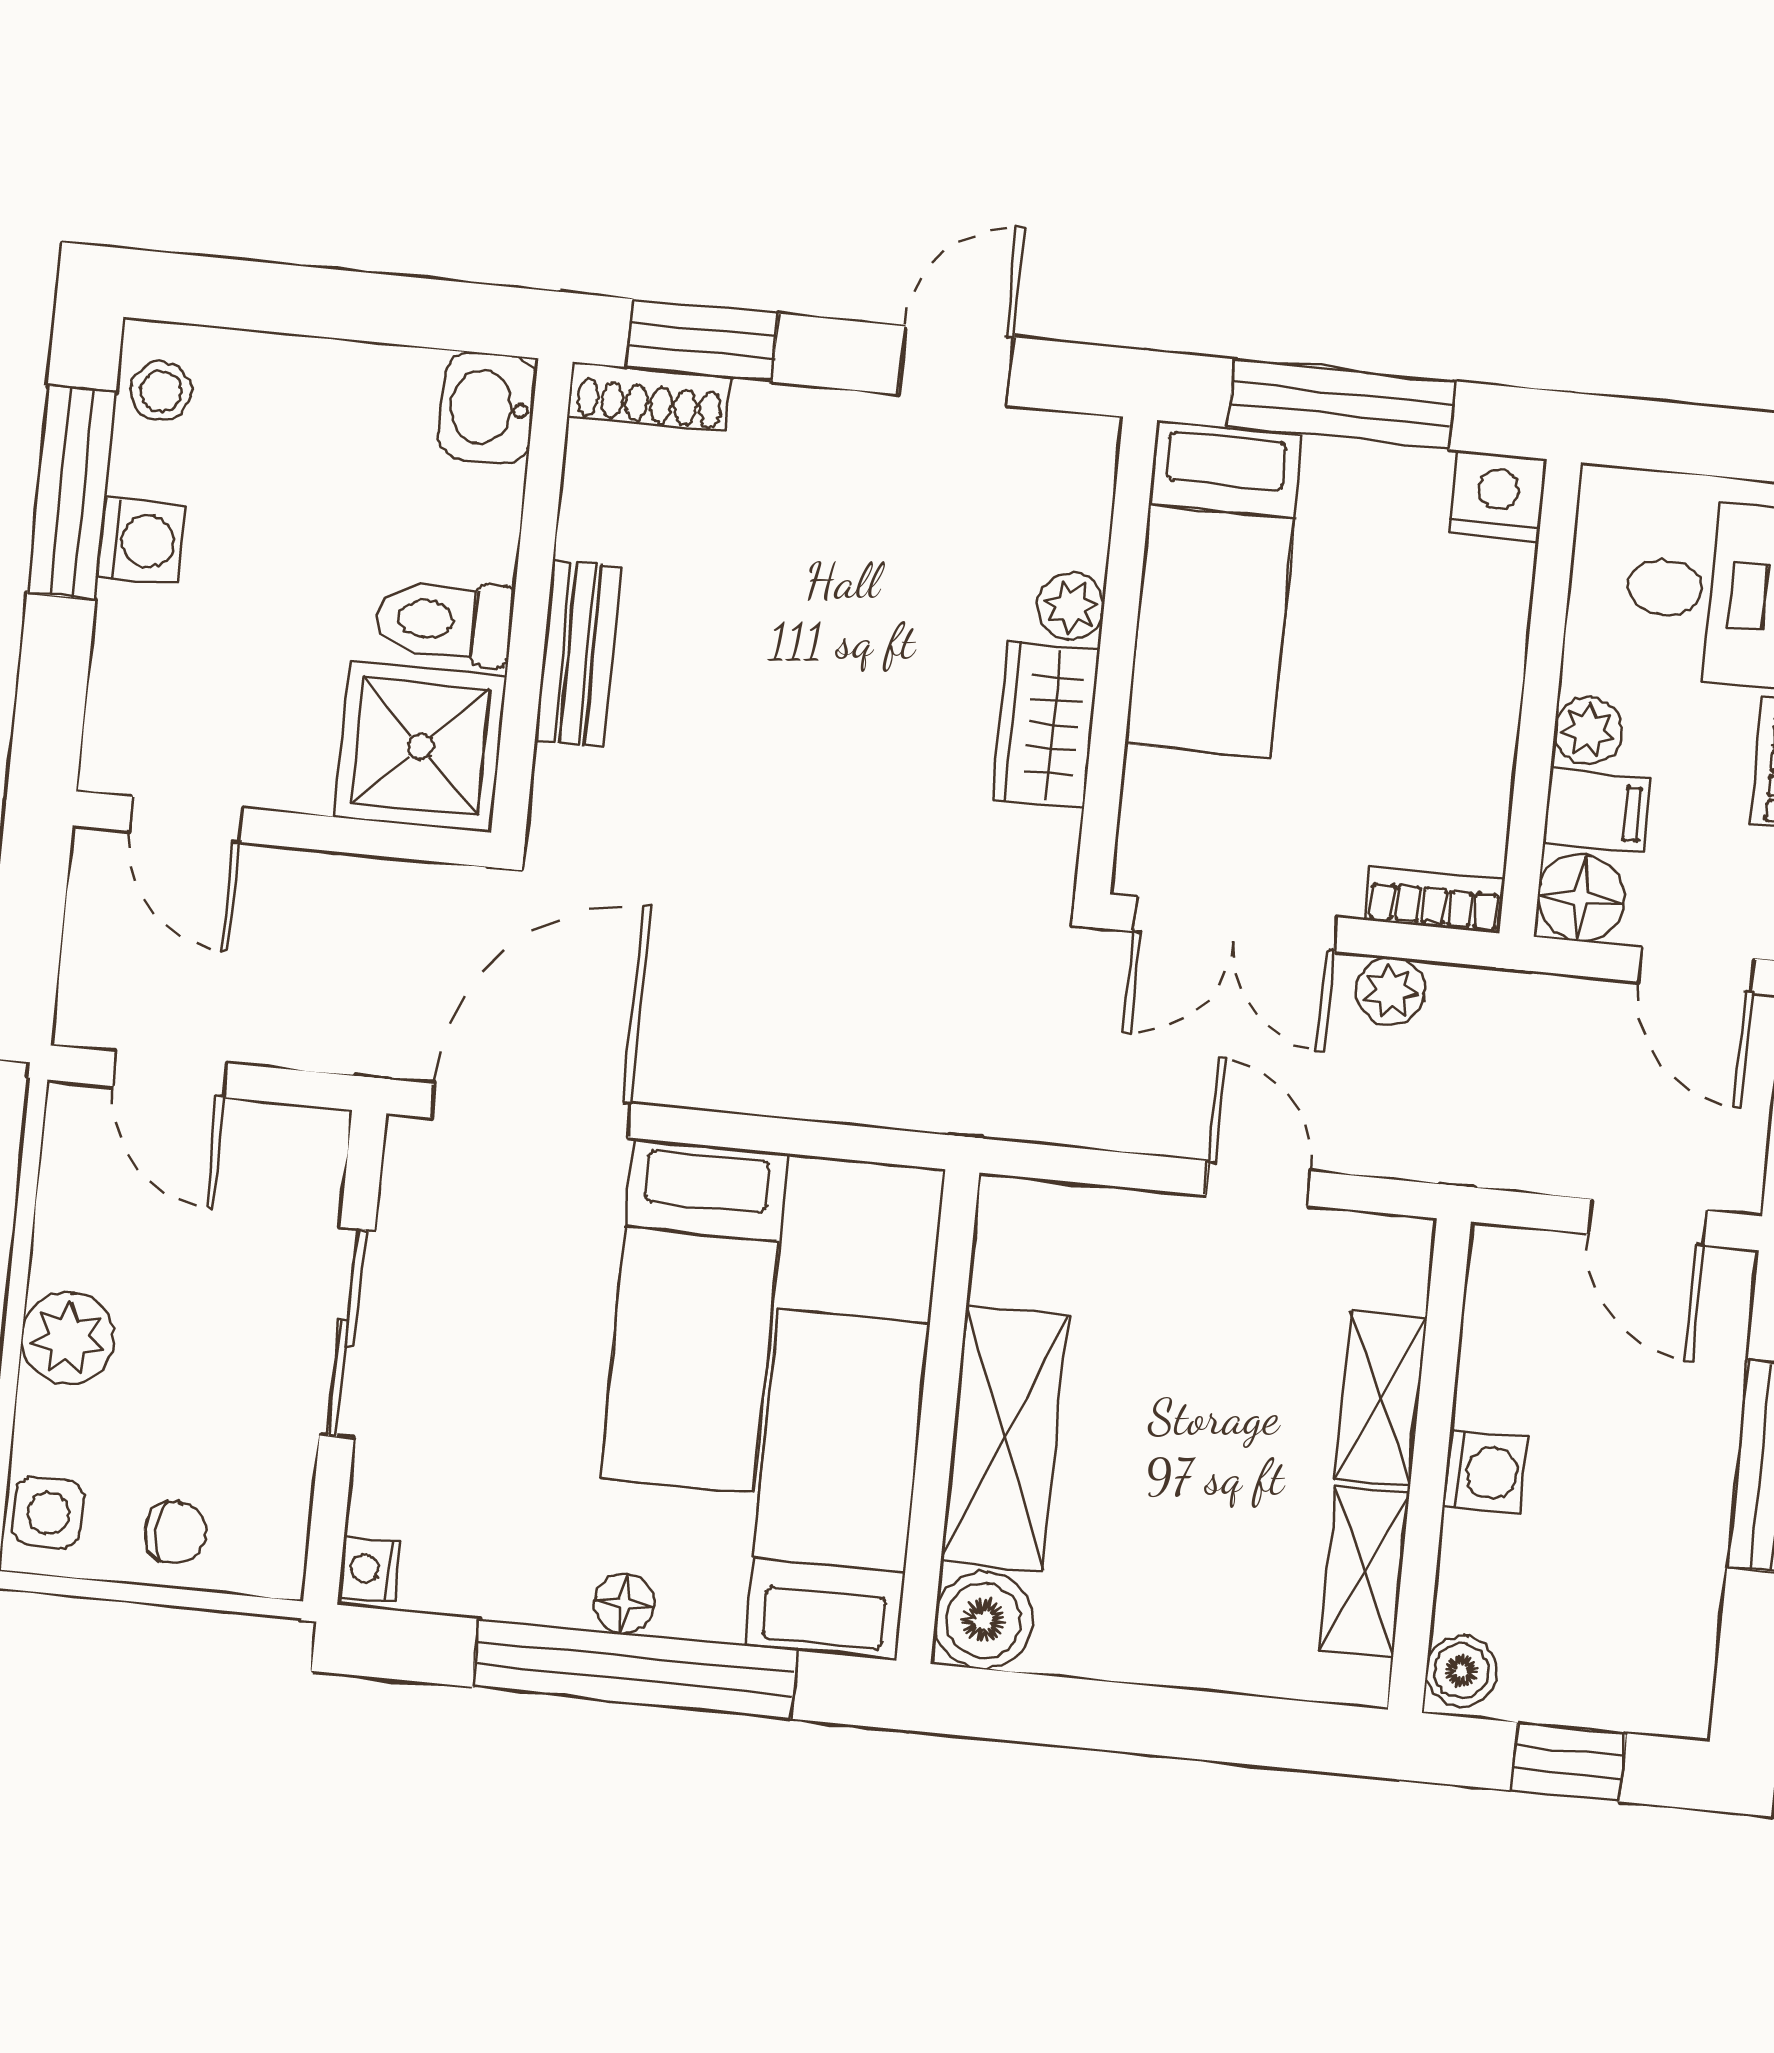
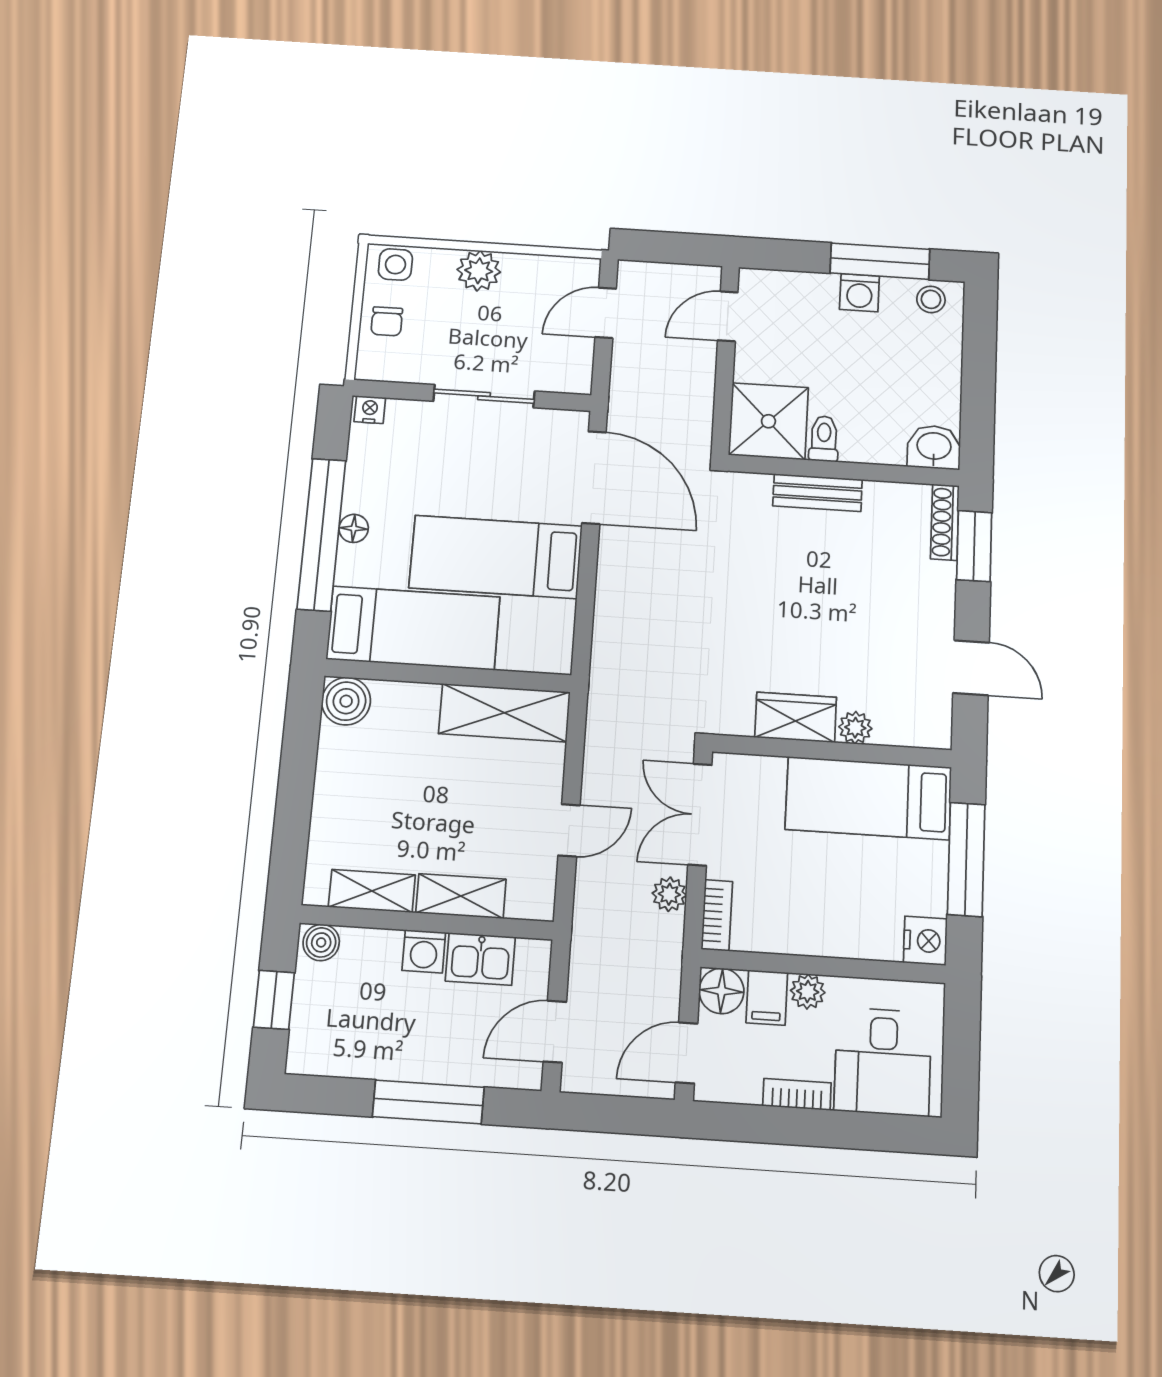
toilet: (444, 621) -> (824, 439), width x0.73, depth x0.72
kitchen sink: (1504, 1363) -> (480, 959), added
shelving: (1004, 1438) -> (504, 713), moved

